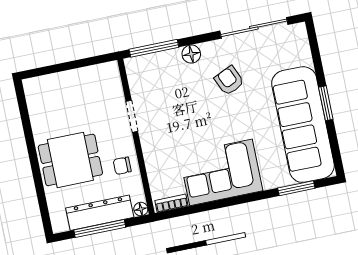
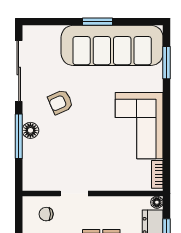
window: (154, 48) -> (19, 136), moved
chair: (122, 166) -> (46, 214), moved, turned 90

